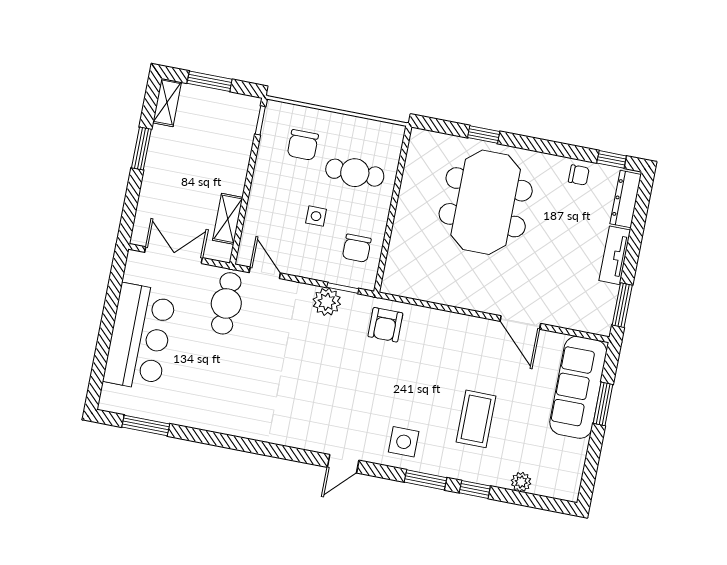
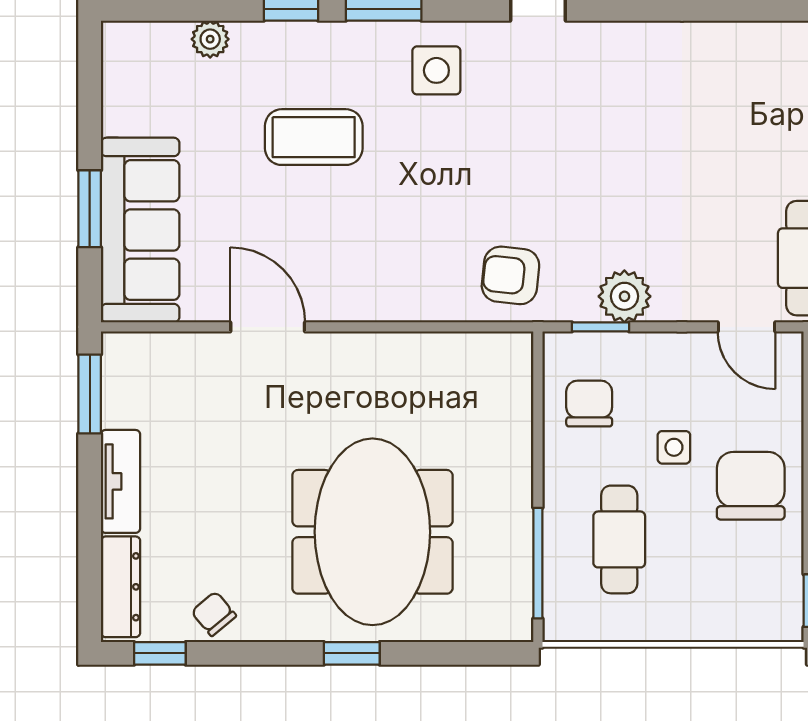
window: (484, 135) -> (352, 653), moved
chair: (303, 145) -> (751, 486), moved, width x1.37, depth x1.37
window: (401, 168) -> (538, 563), added
cafe table: (355, 173) -> (619, 539), turned 90
chair: (579, 175) -> (214, 614), turned 50
armchair: (385, 325) -> (510, 275), turned -84
coffee table: (476, 419) -> (314, 137), turned 90

